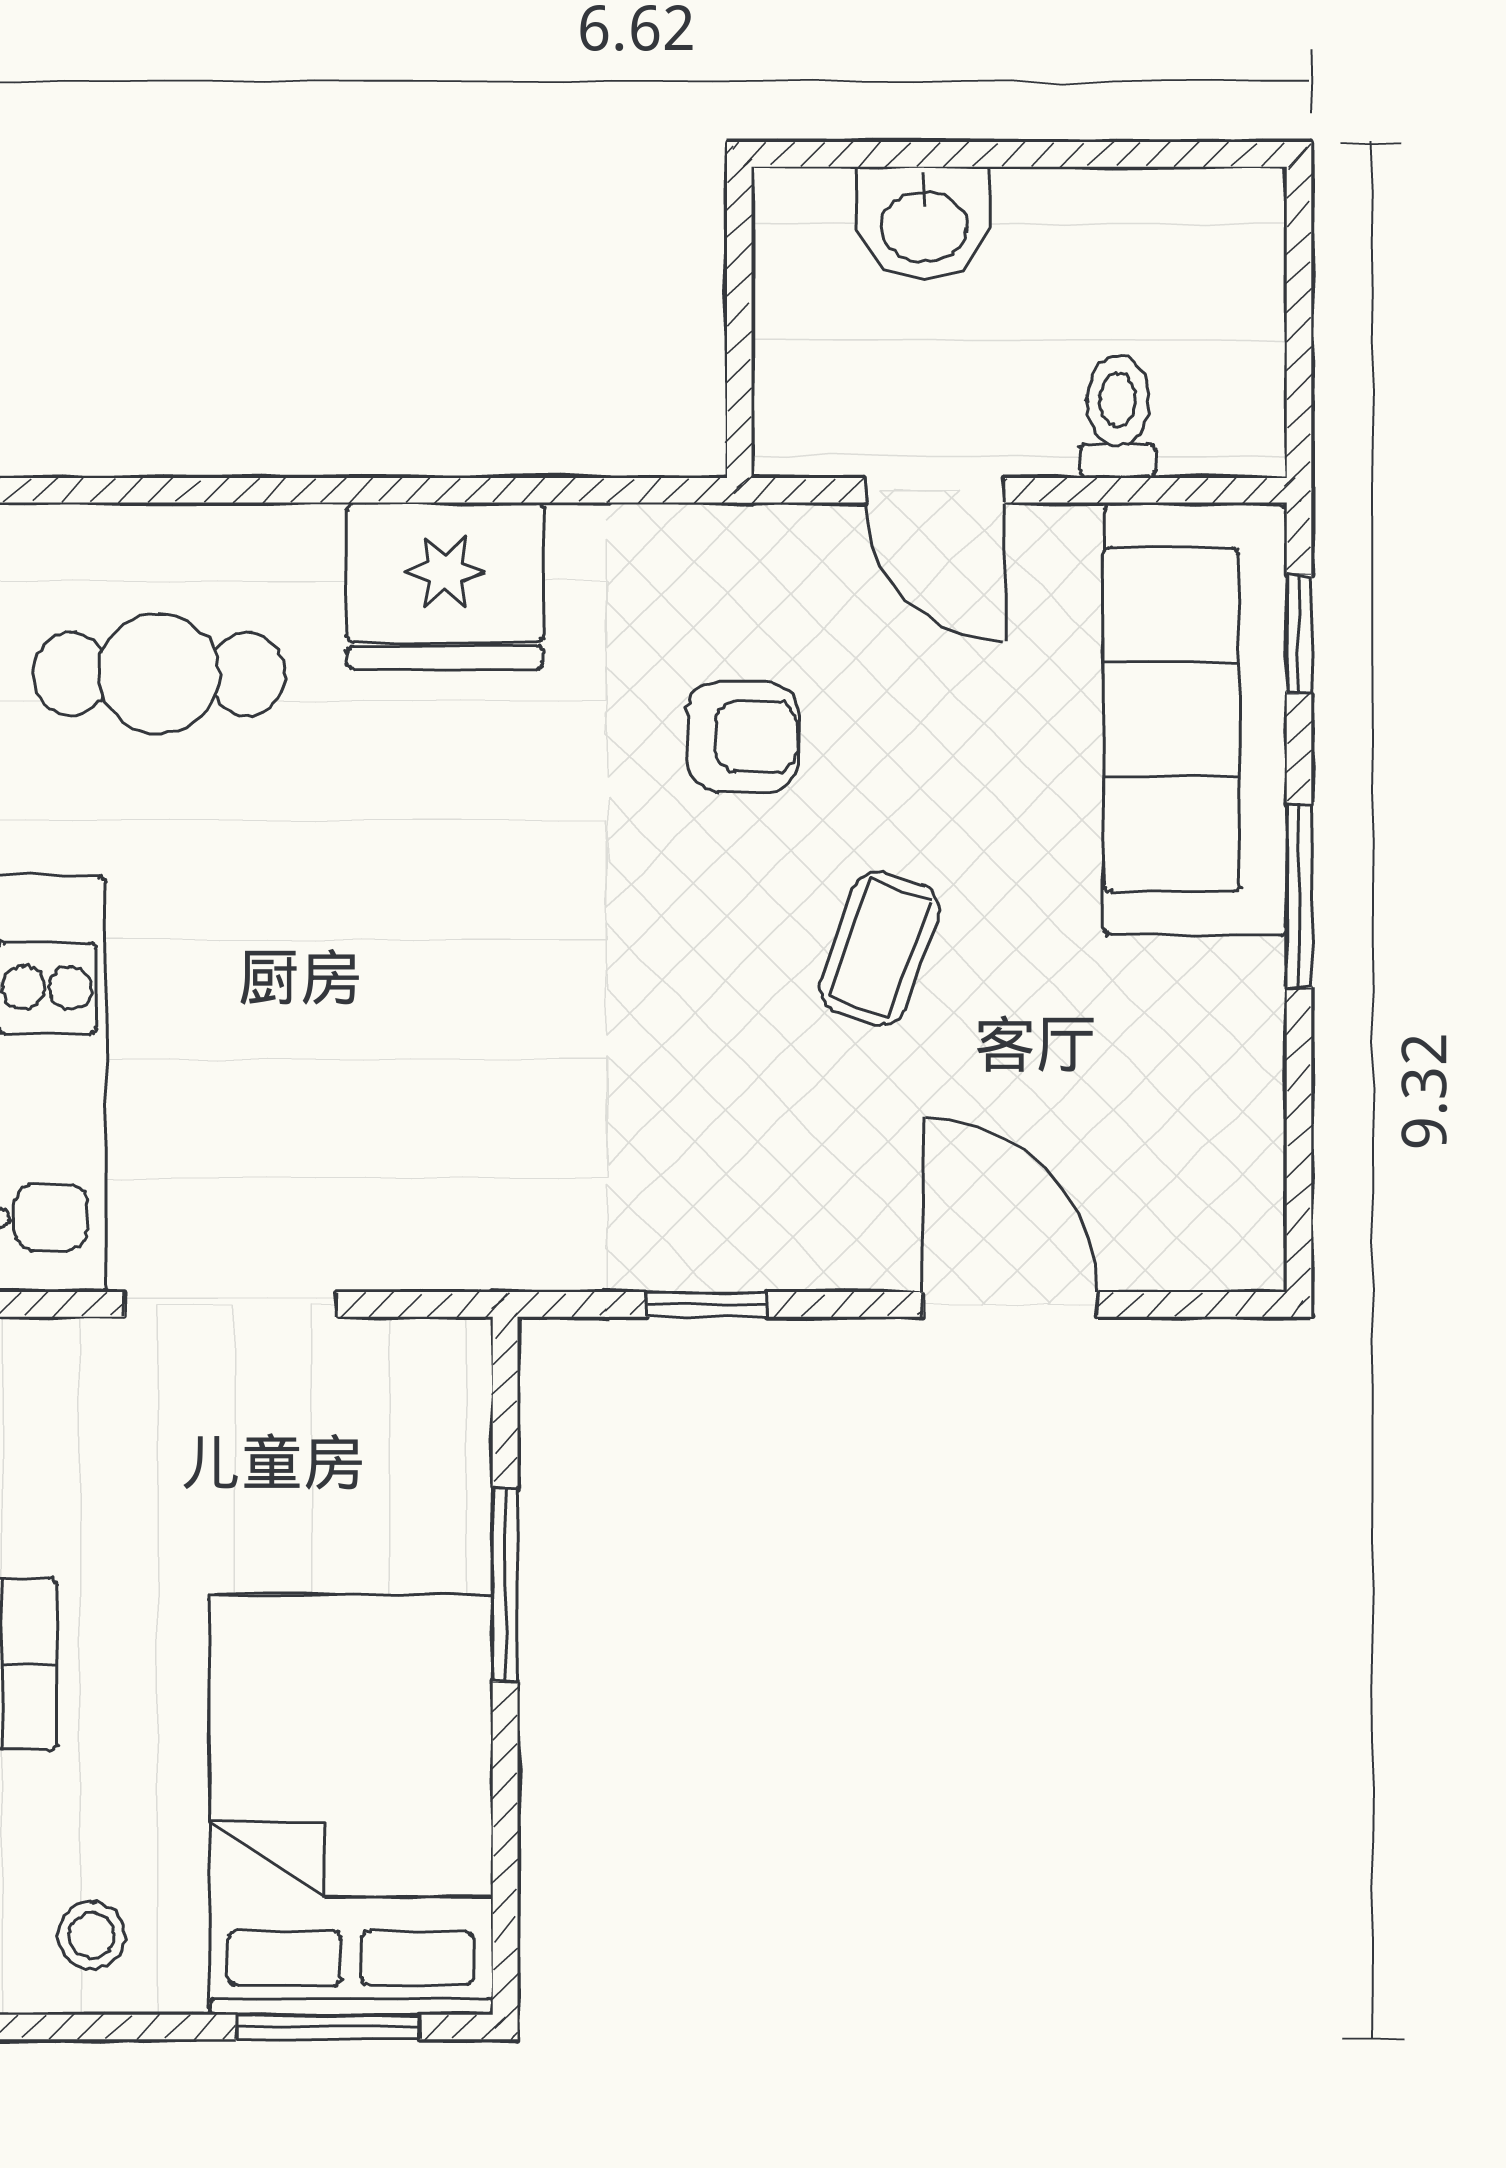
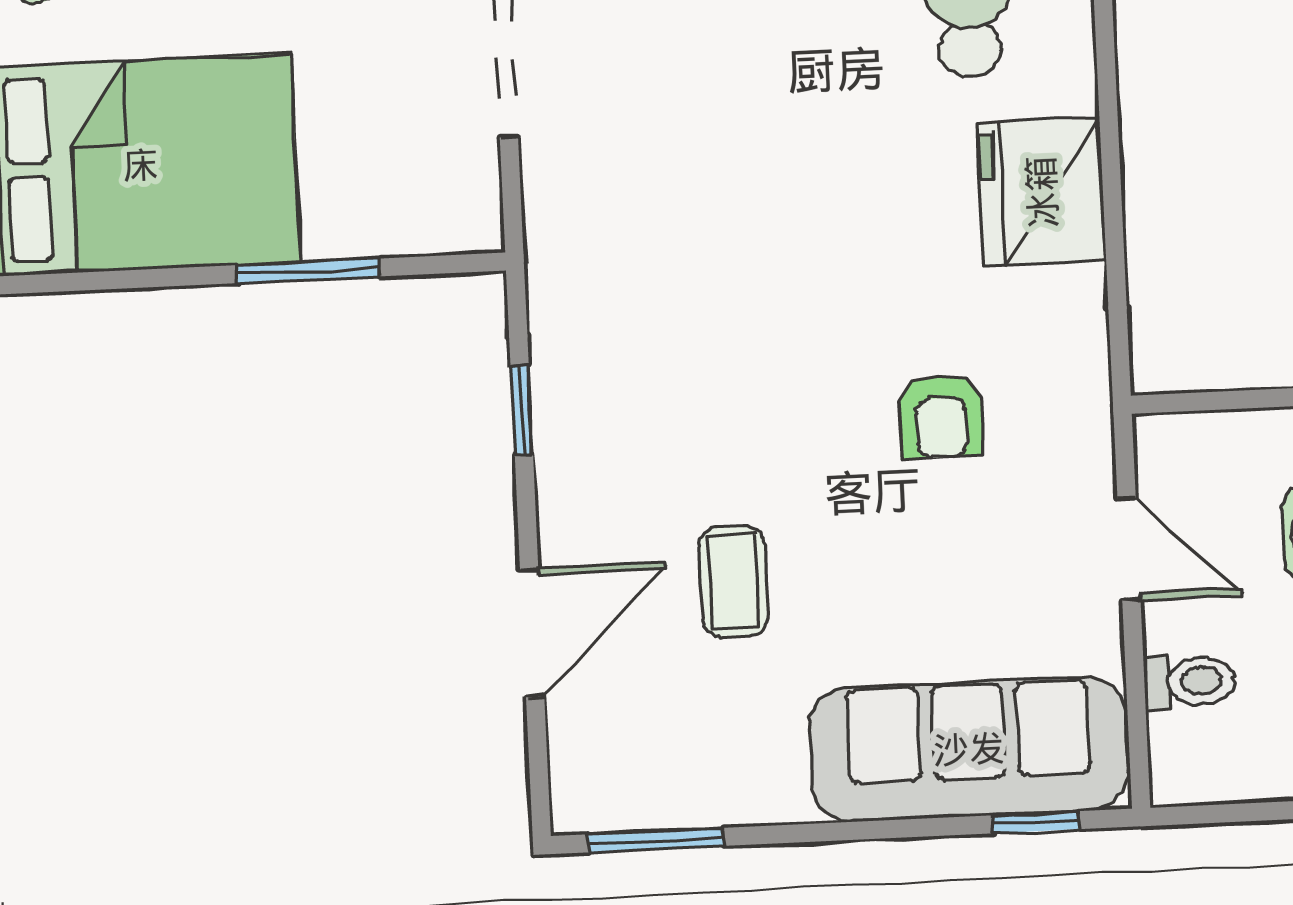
door: (935, 490) -> (1129, 549), swing flipped
window: (1299, 896) -> (656, 840), moved
coffee table: (879, 948) -> (734, 582), moved, turned 70

